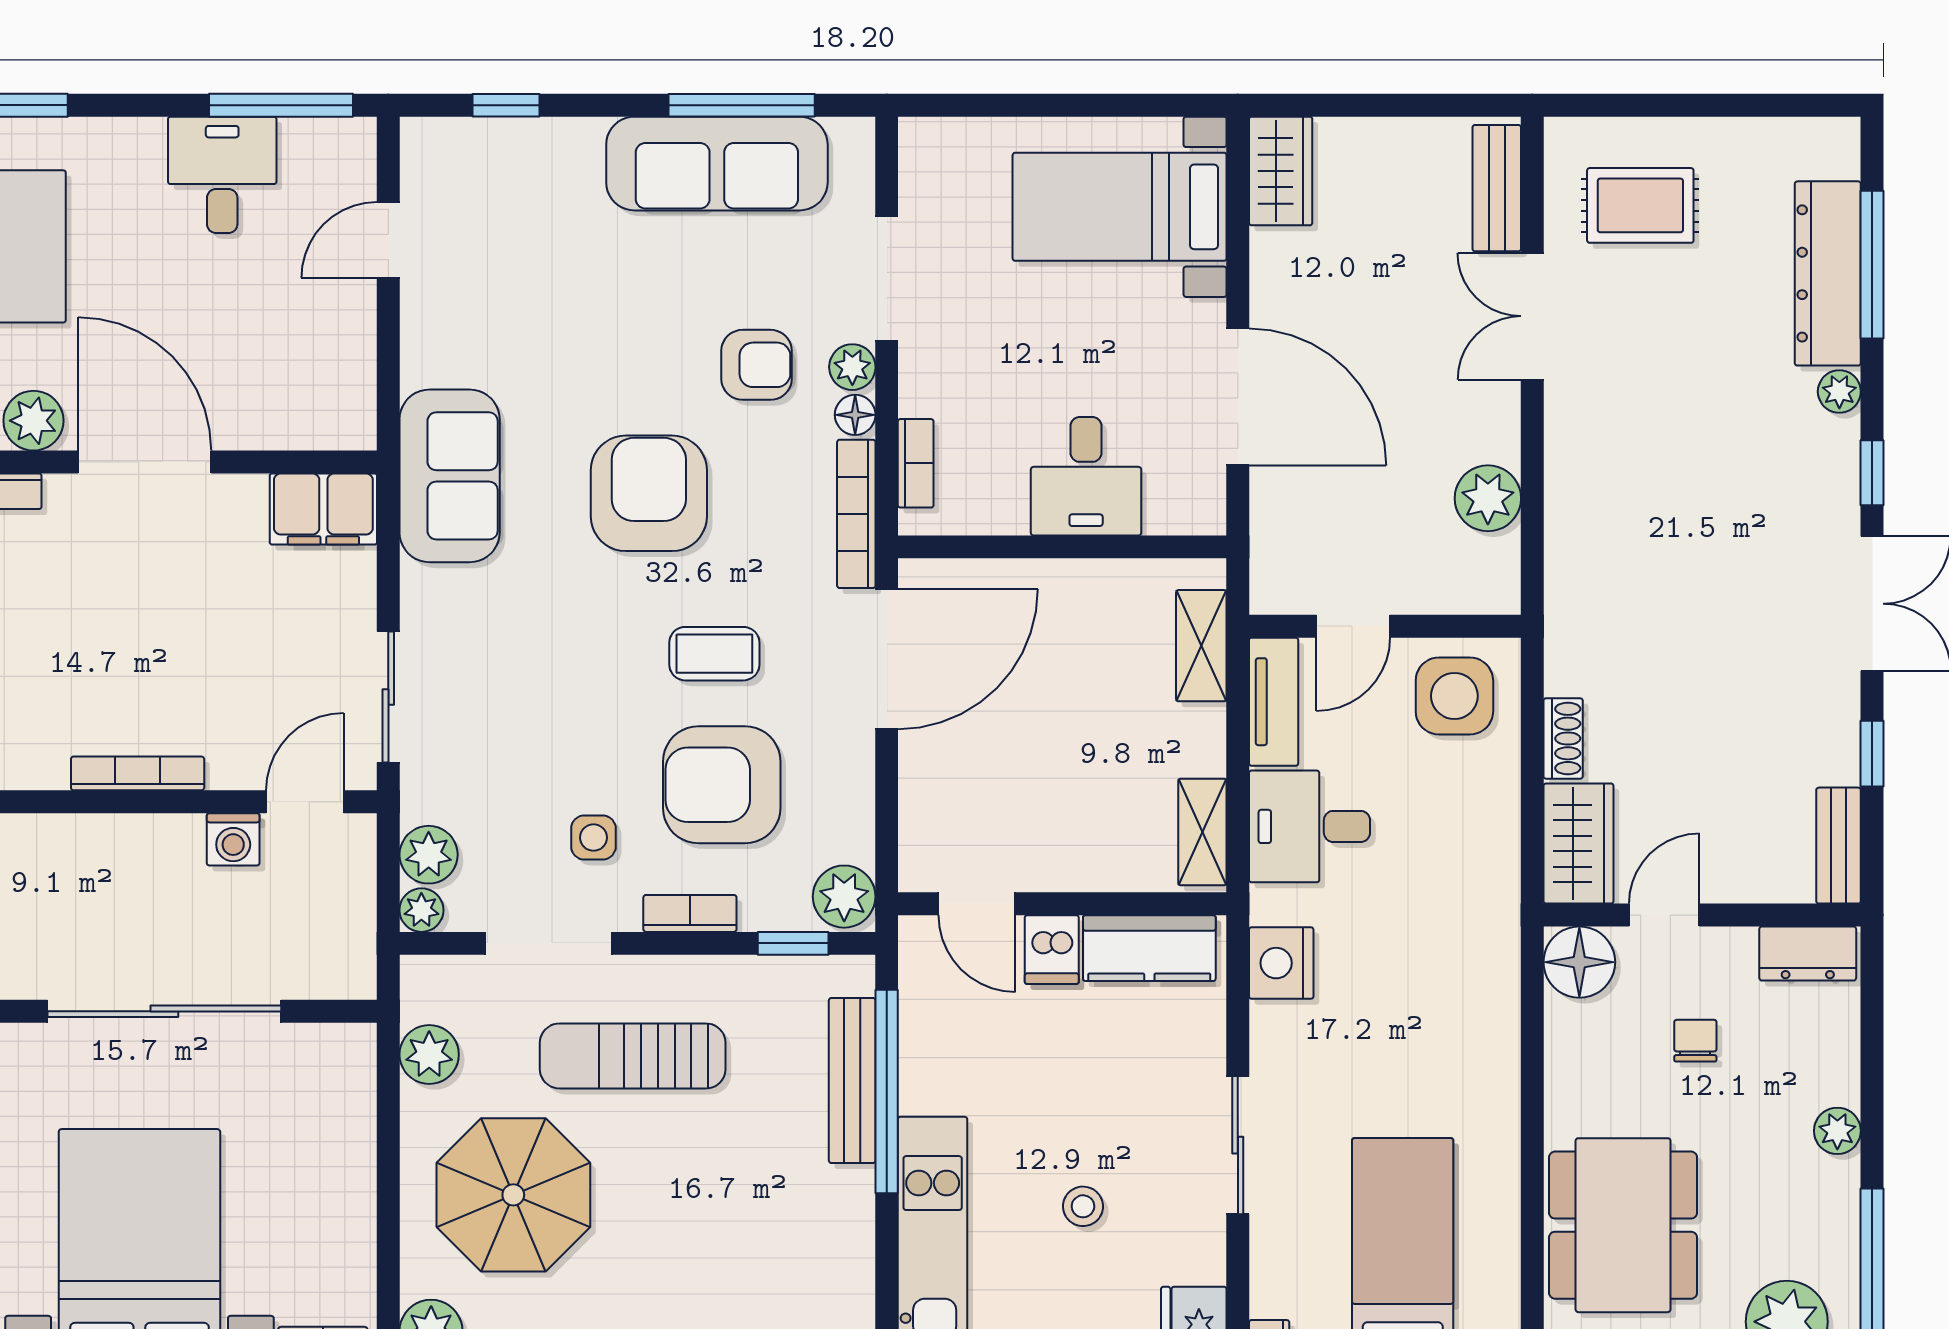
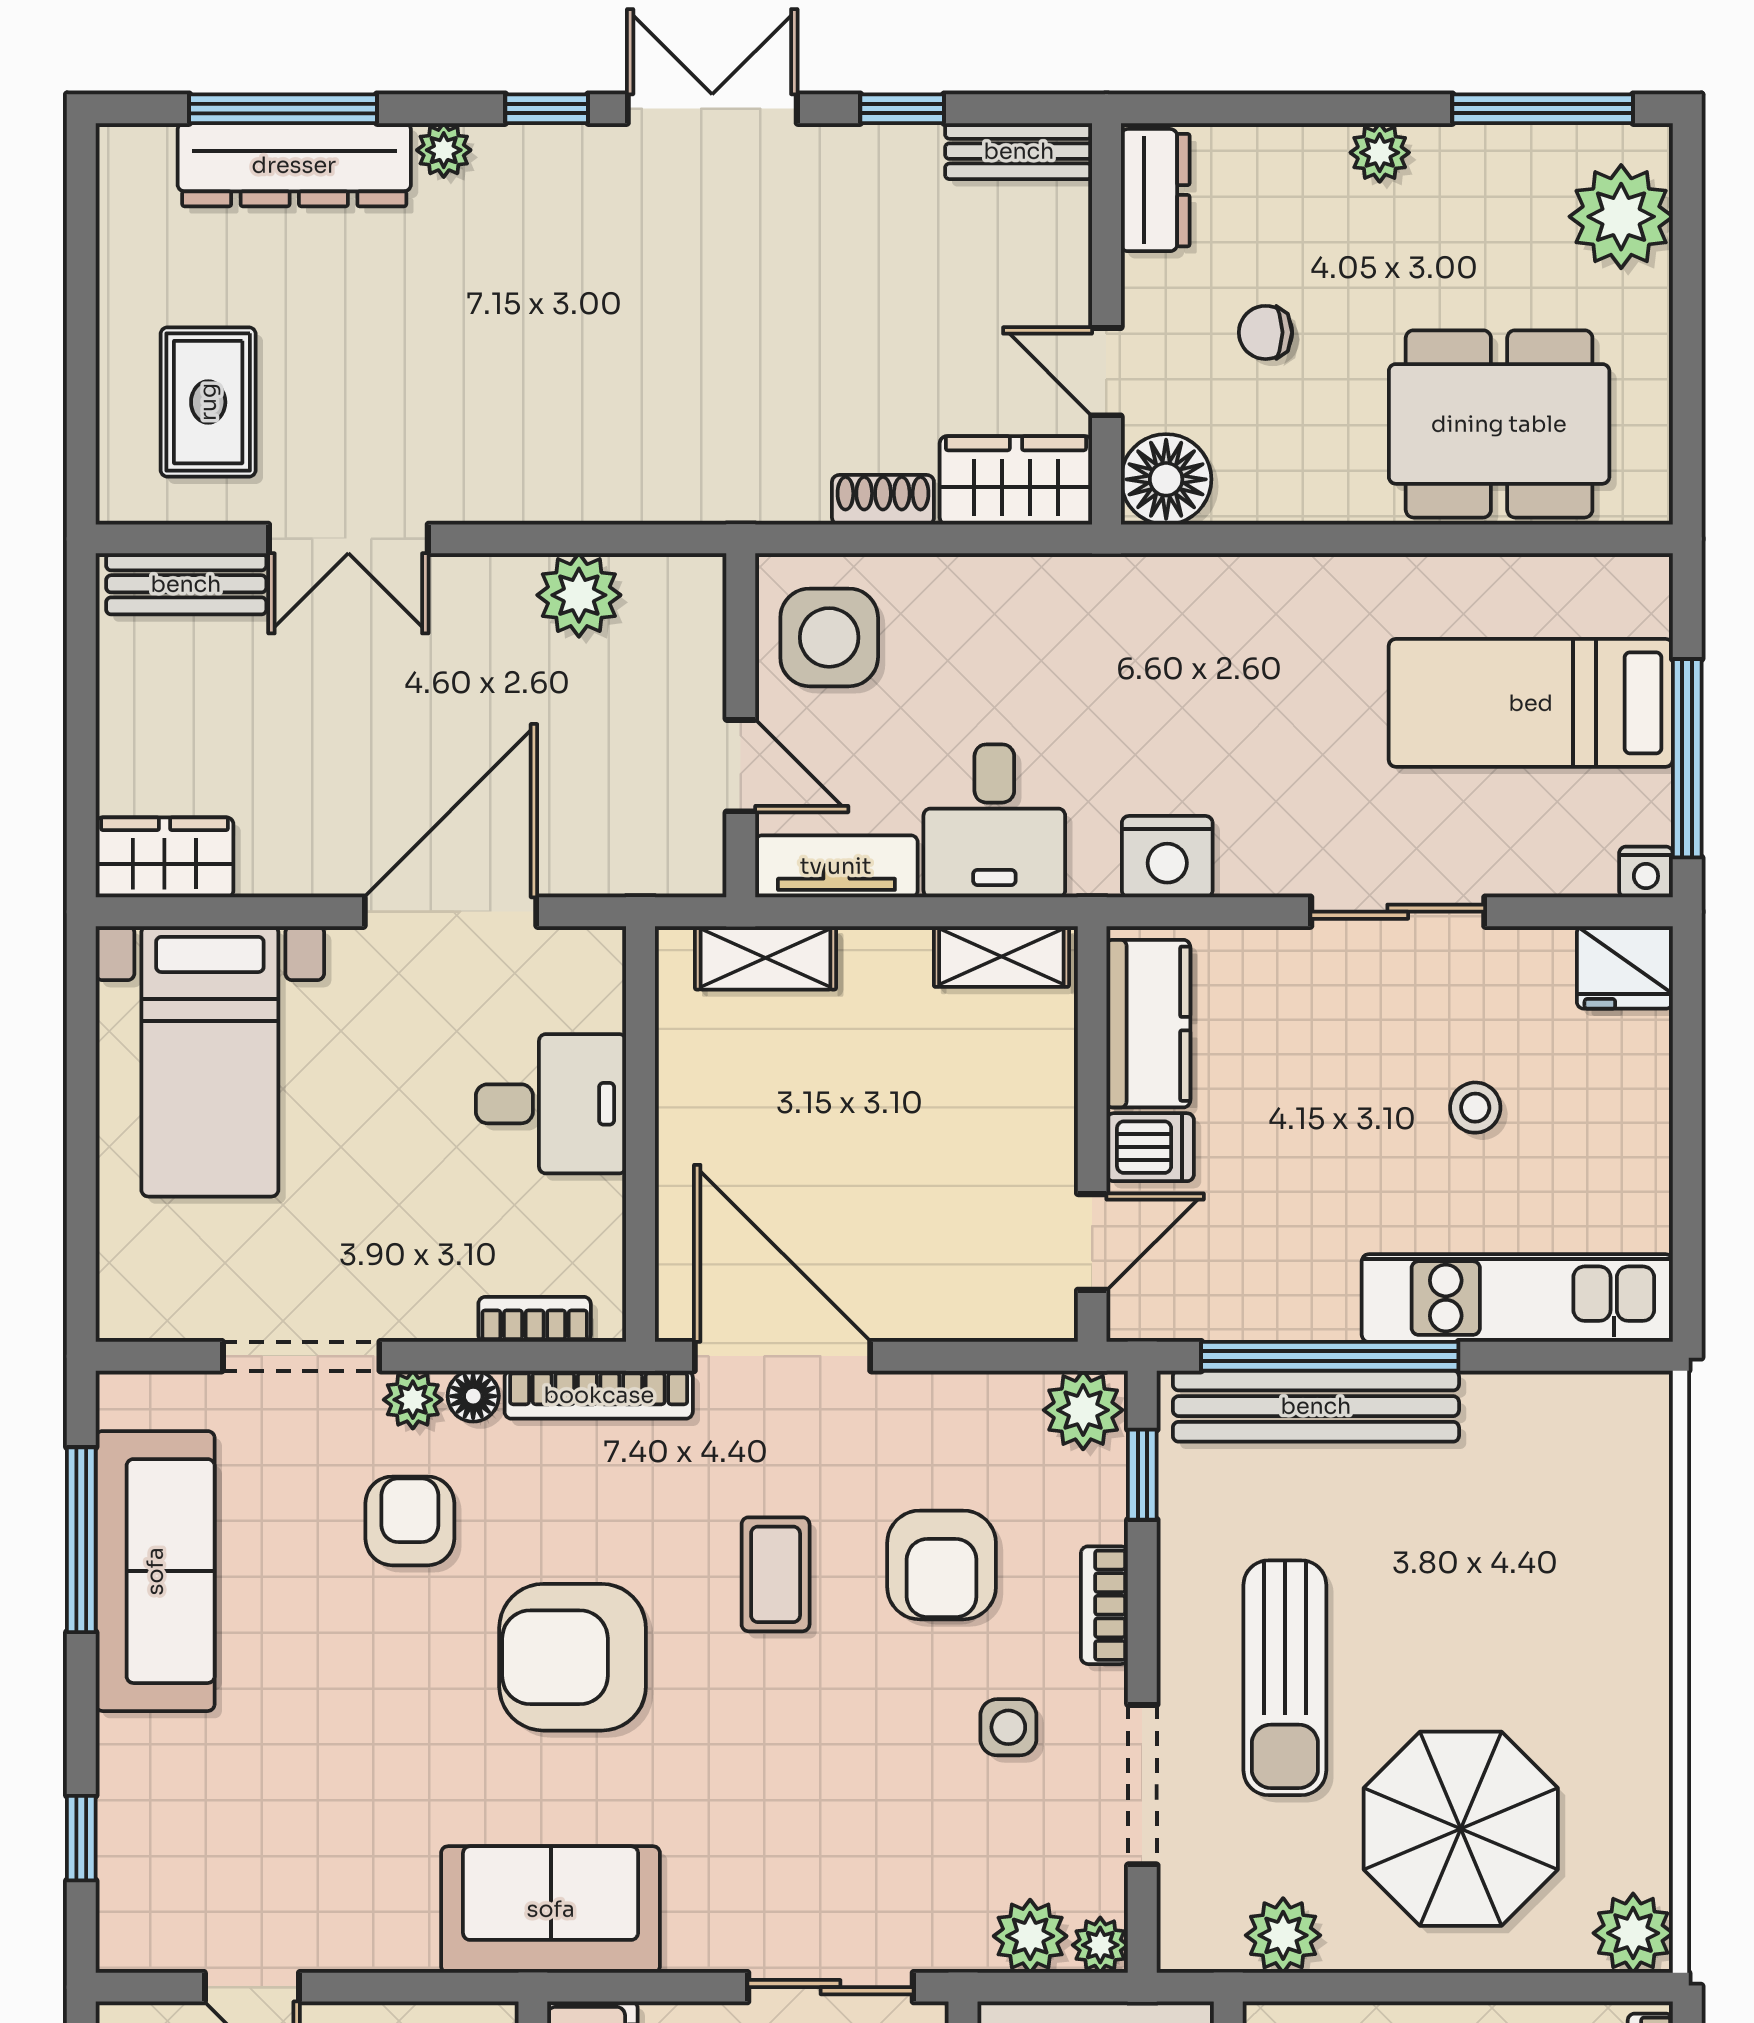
armchair: (722, 785) -> (942, 1565), width x0.73, depth x0.73
bench: (852, 1080) -> (1316, 1406), width x1.37, depth x1.21

